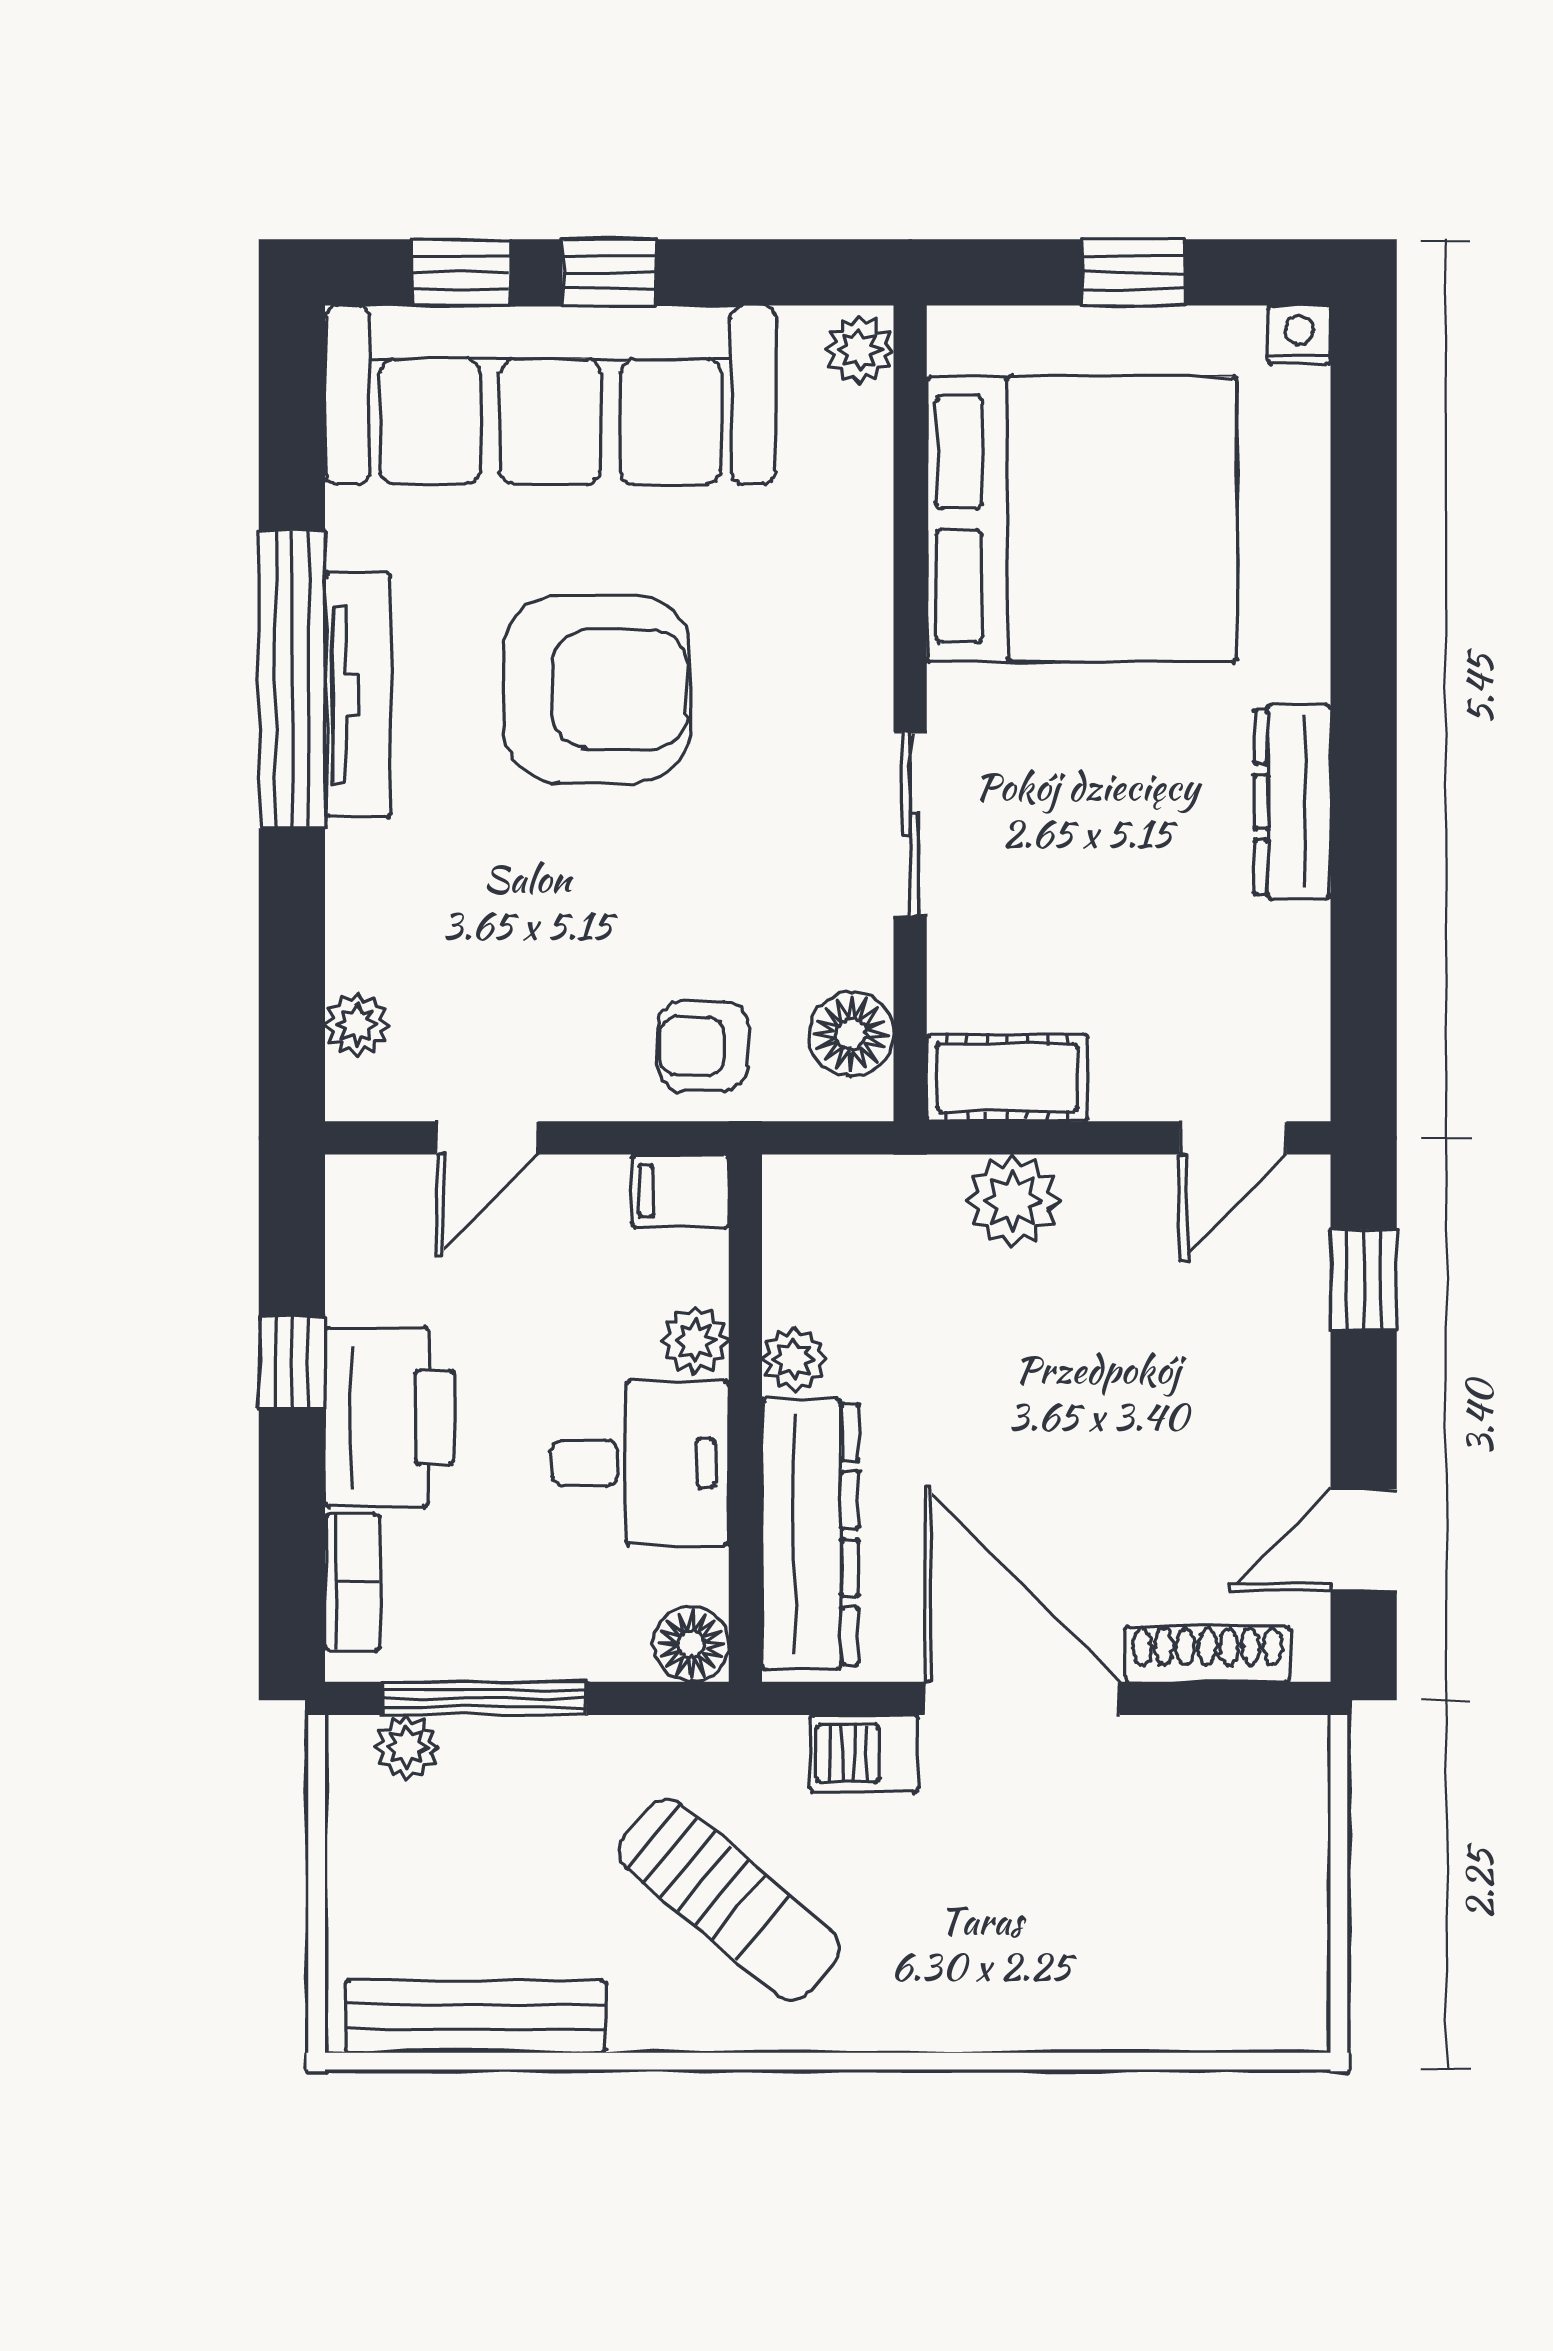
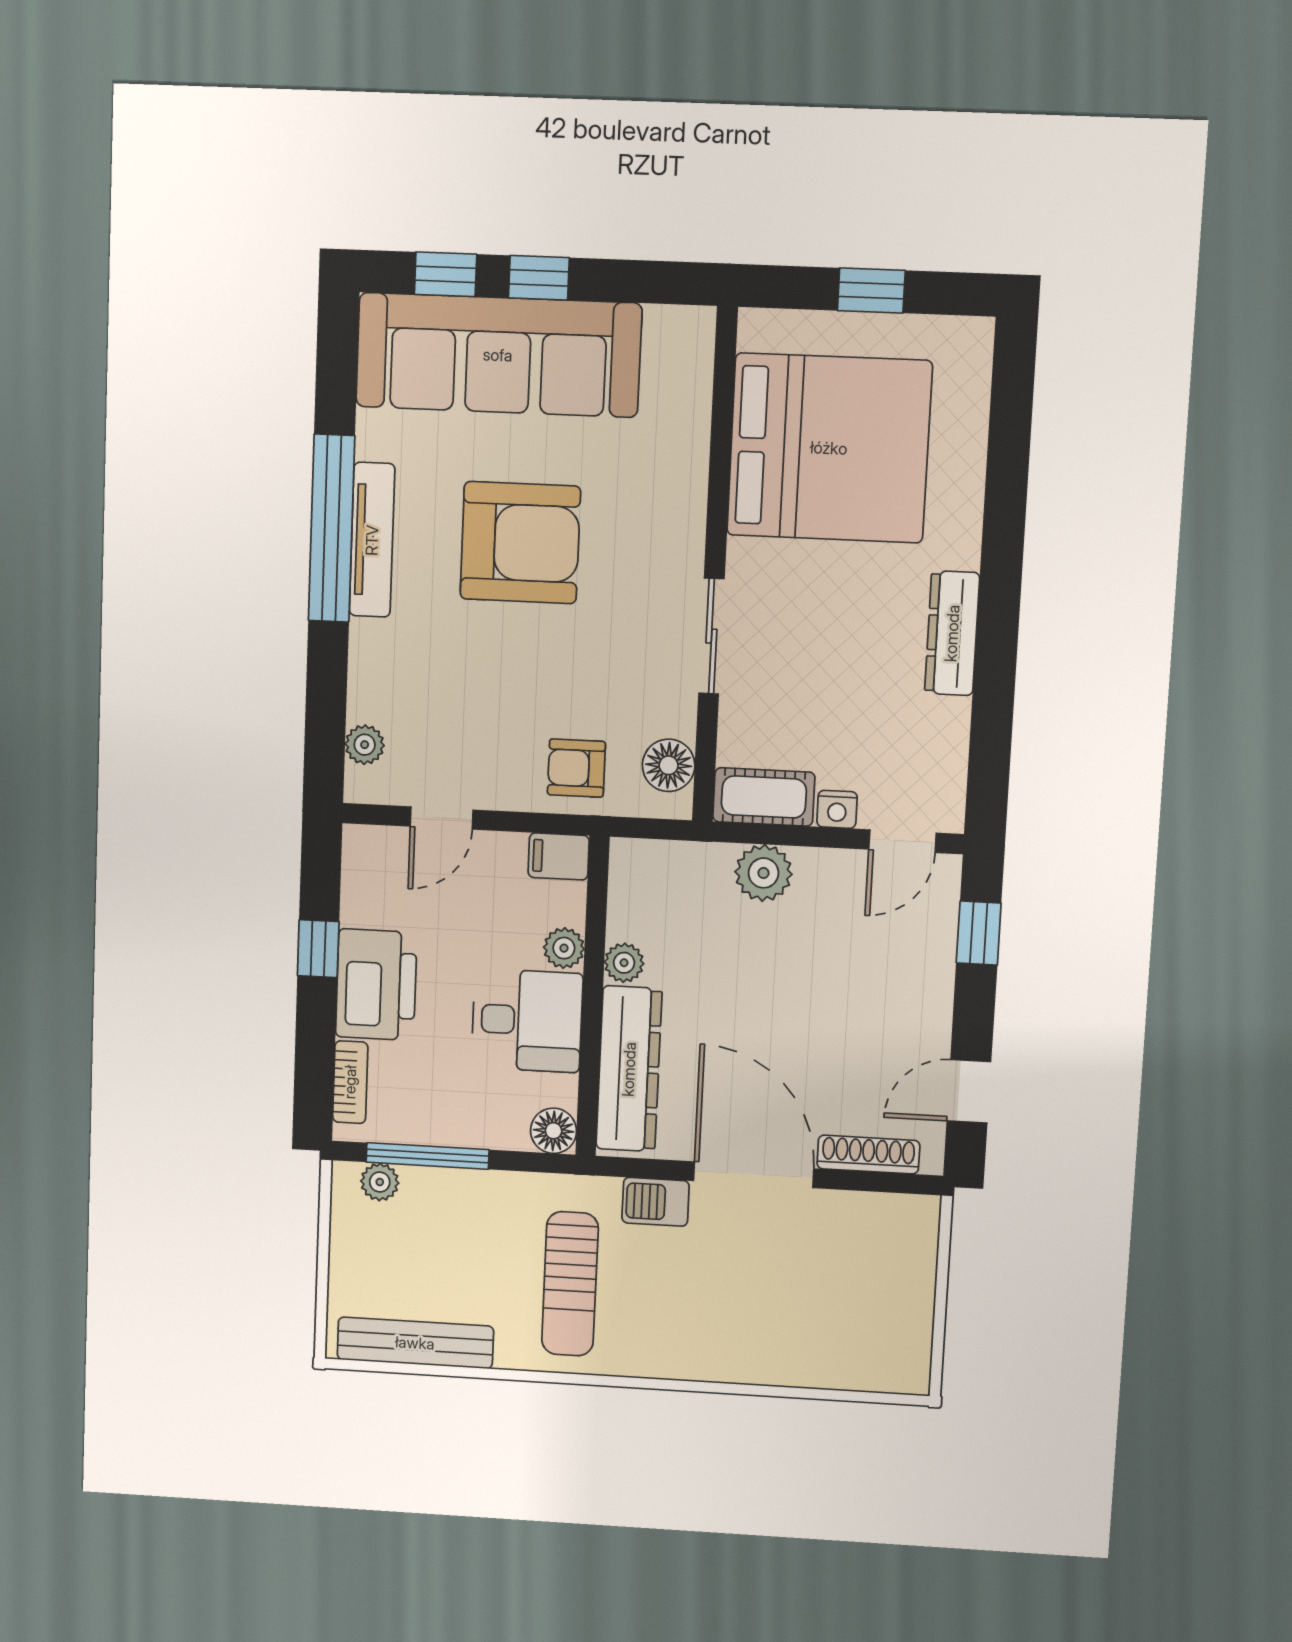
nightstand: (1299, 335) -> (837, 809), moved, turned 180
plant: (859, 350) -> (694, 334), removed
sun lounger: (729, 1900) -> (570, 1284), turned 50

